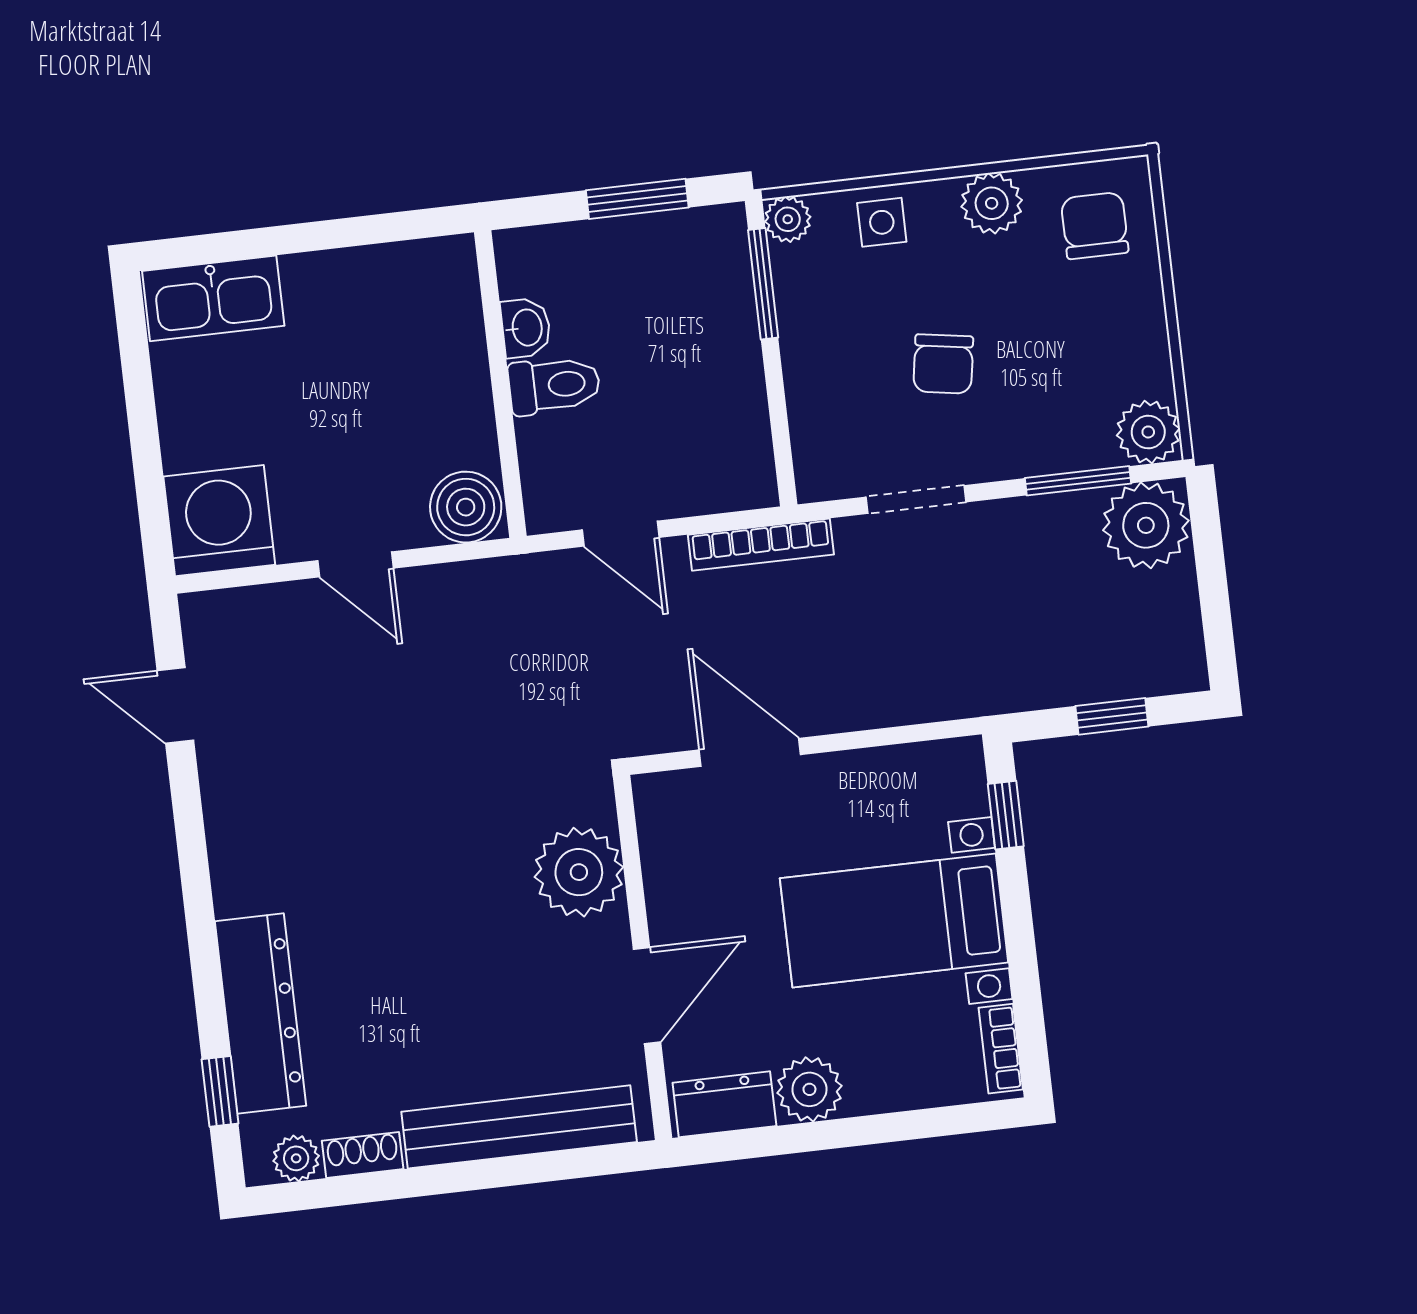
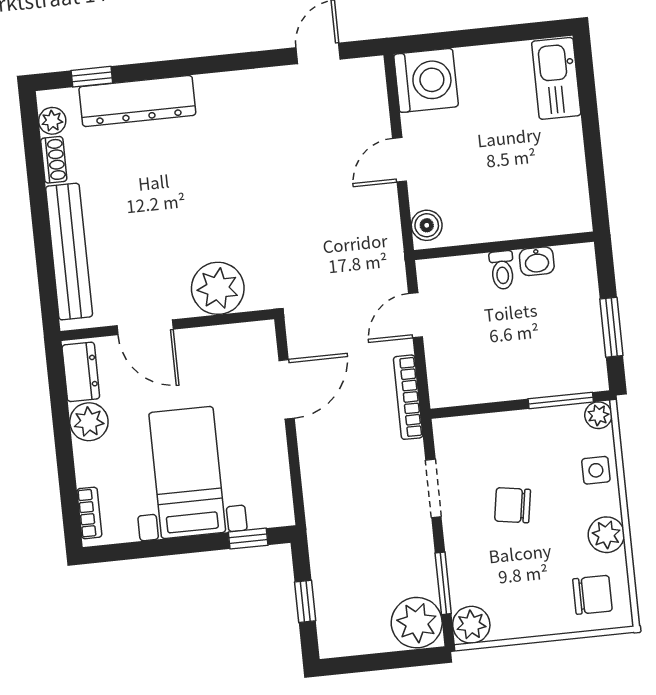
toilet: (554, 385) -> (502, 270), width x0.73, depth x0.72
boiler: (466, 507) -> (427, 225), width x0.73, depth x0.73
bookcase: (1001, 1049) -> (89, 513), moved, turned 90

